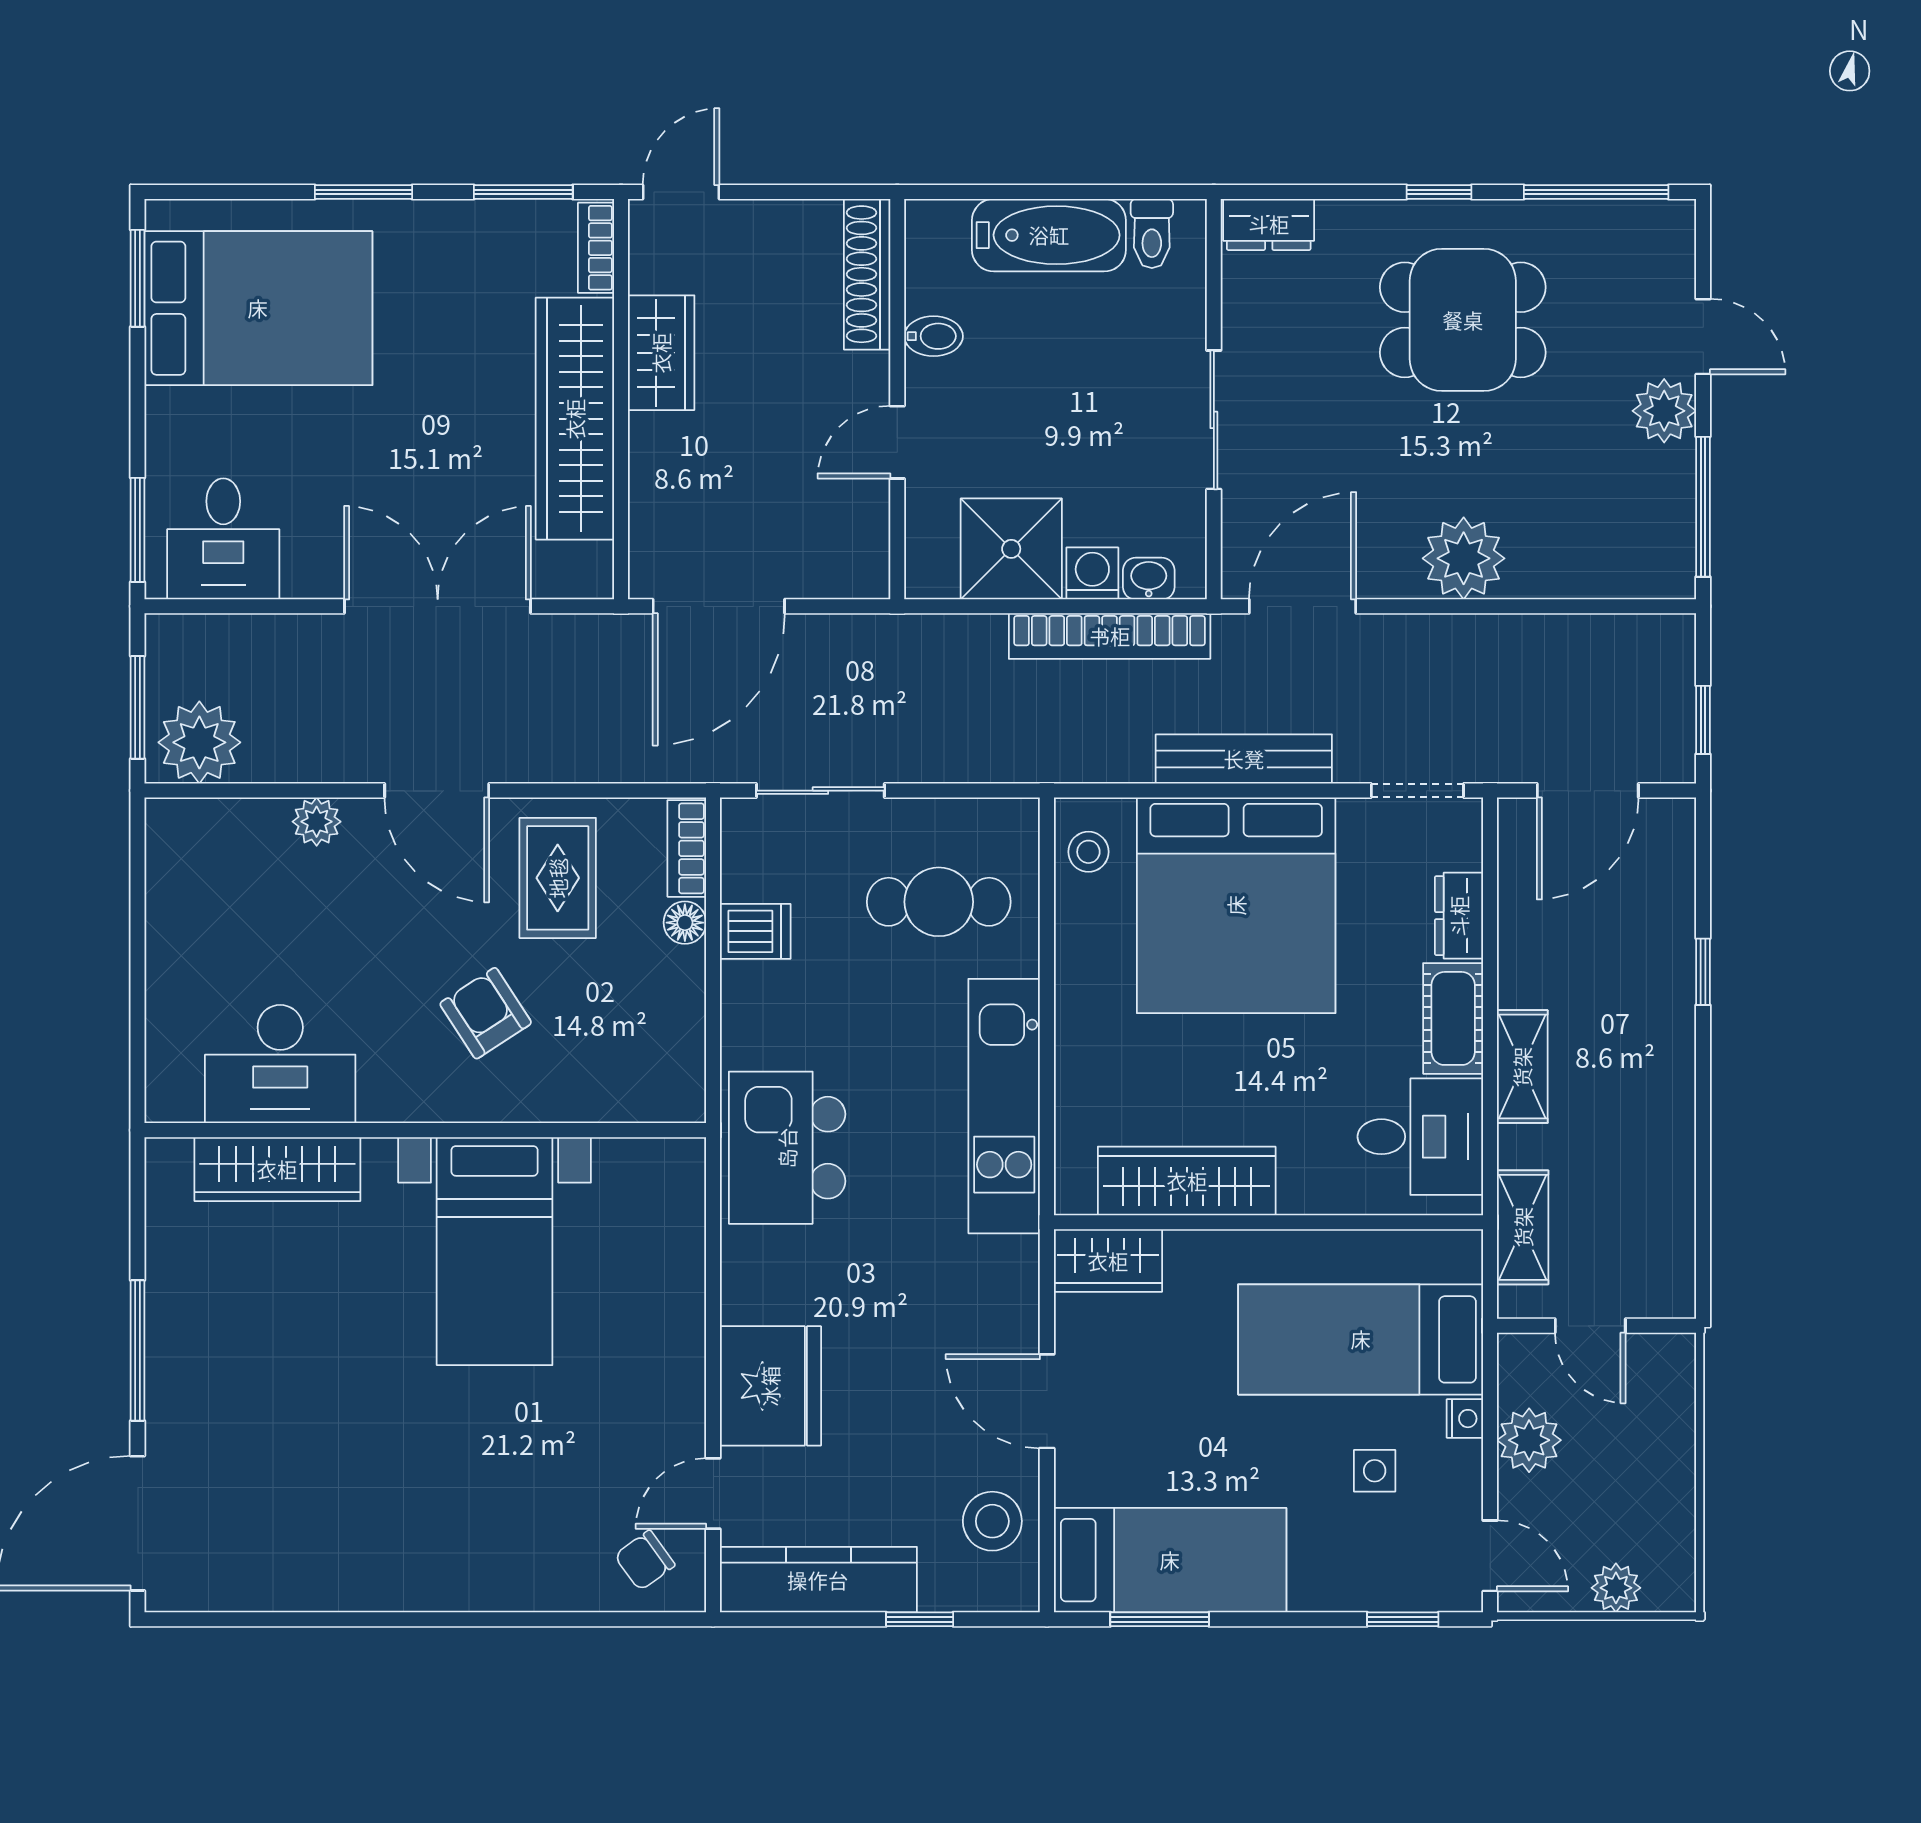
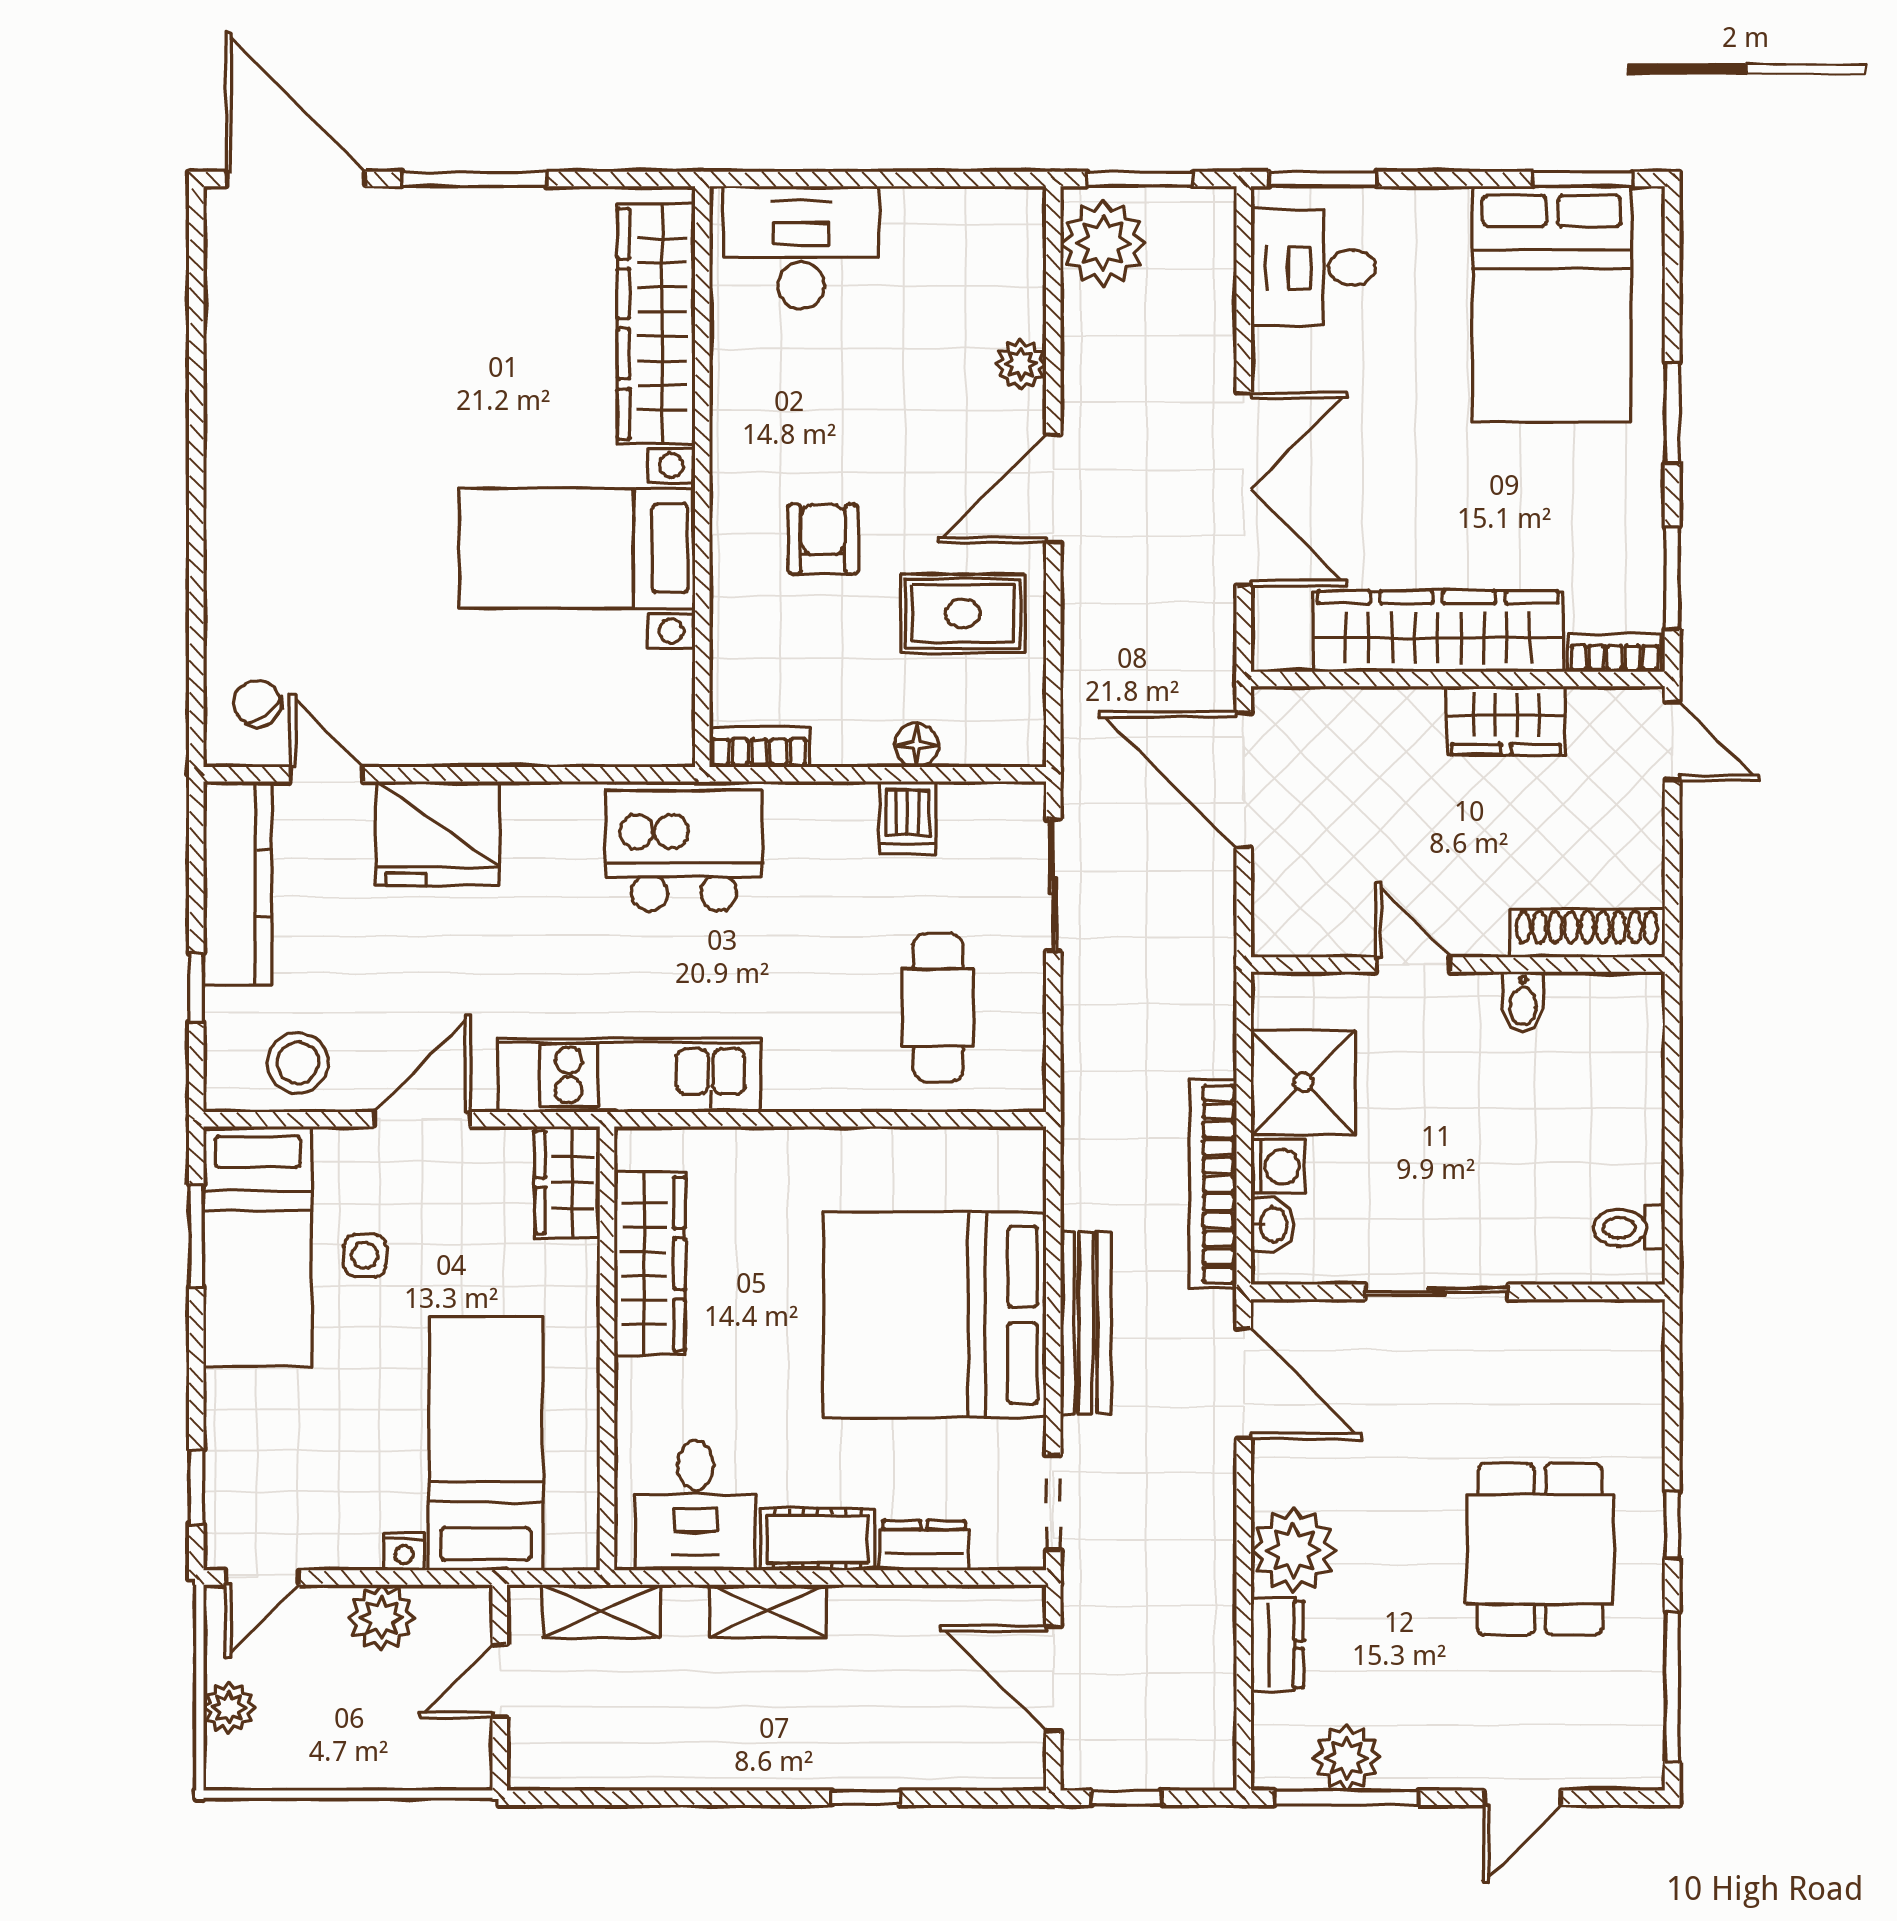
dresser: (1269, 224) -> (1277, 1644), moved, turned 180
bathtub: (1049, 235) -> (1627, 1121), removed
plant: (1664, 411) -> (1347, 1758), moved
bookcase: (687, 848) -> (759, 747), moved
stool: (1088, 852) -> (990, 1162), removed
armchair: (486, 1013) -> (823, 539), turned -57
desk: (280, 1064) -> (801, 247), moved, turned 90
kitchen unit: (1004, 1106) -> (629, 1075), moved
wardrobe: (277, 1169) -> (656, 324), width x1.40, depth x1.17
side table: (1375, 1471) -> (365, 1255), moved

